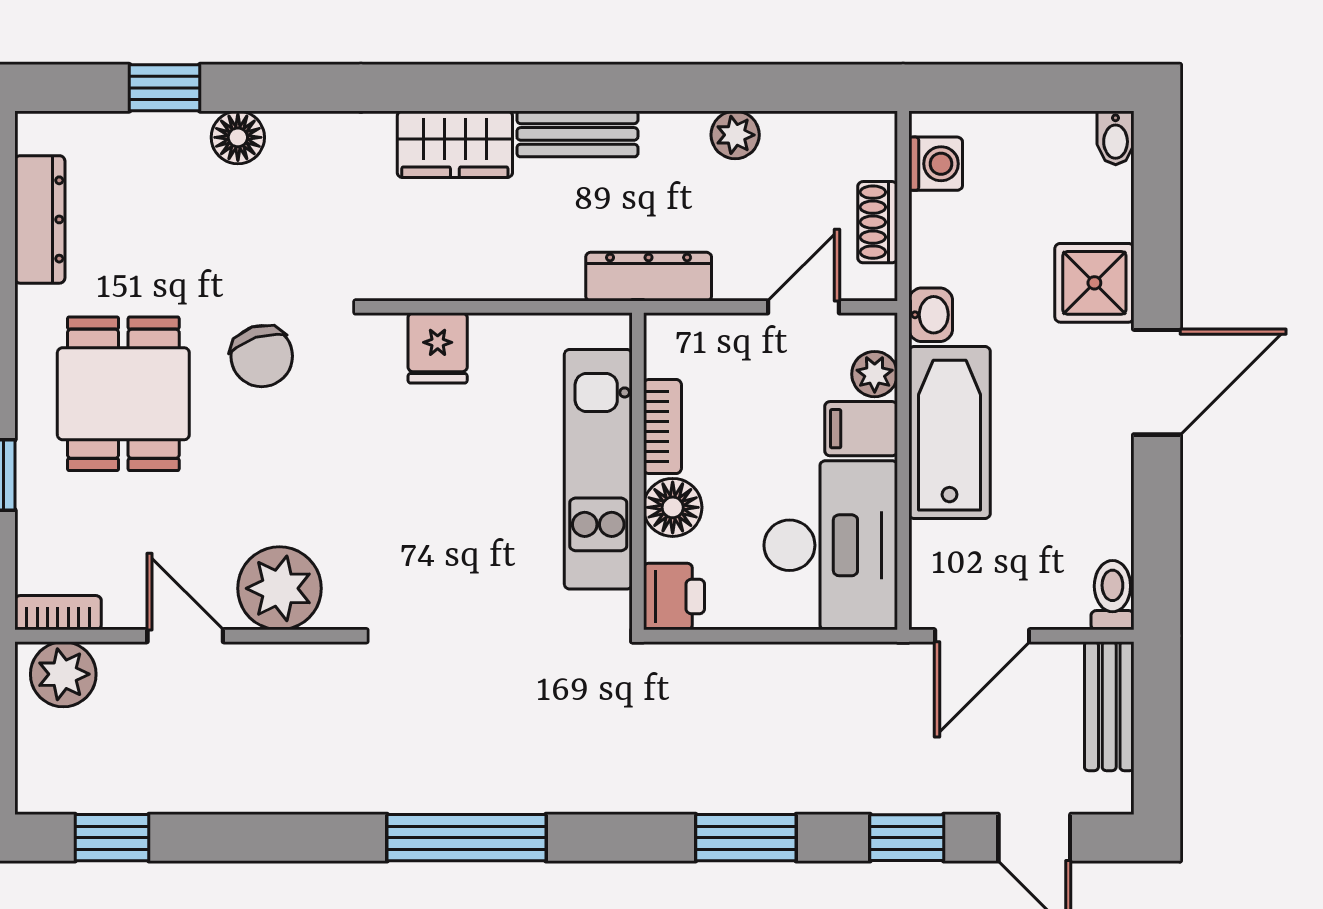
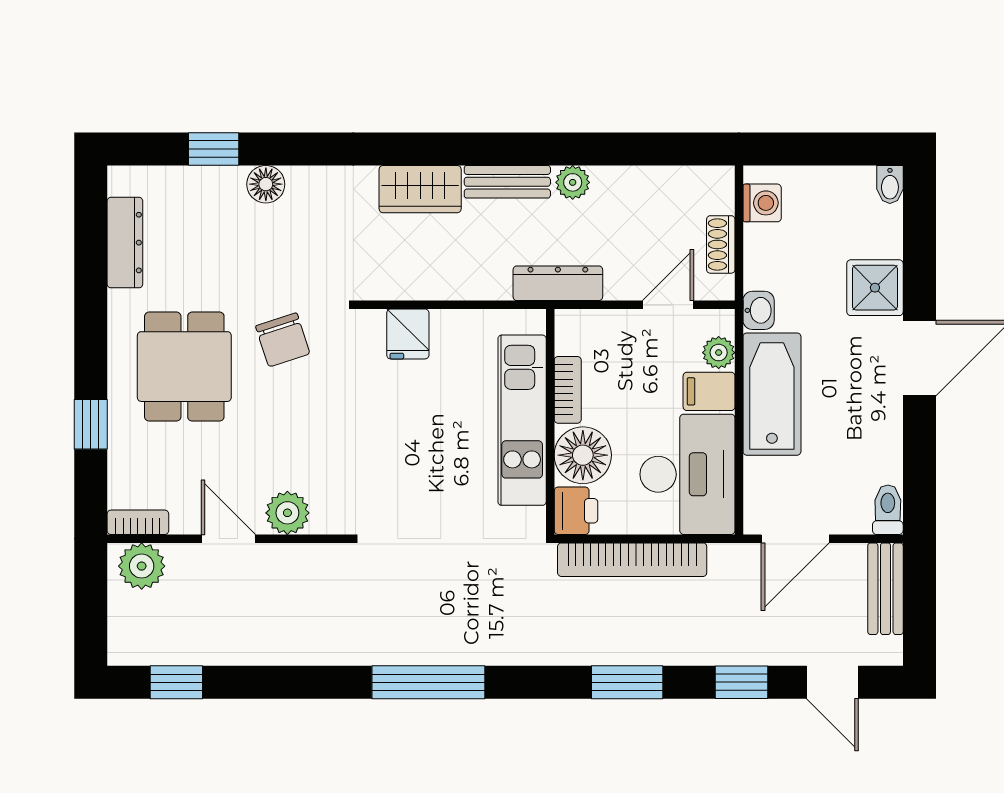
plant: (735, 135) -> (573, 182), moved
floor lamp: (673, 507) -> (583, 455), width x1.38, depth x1.38
plant: (279, 588) -> (287, 513), width x0.73, depth x0.73
bookcase: (753, 665) -> (632, 560), added

